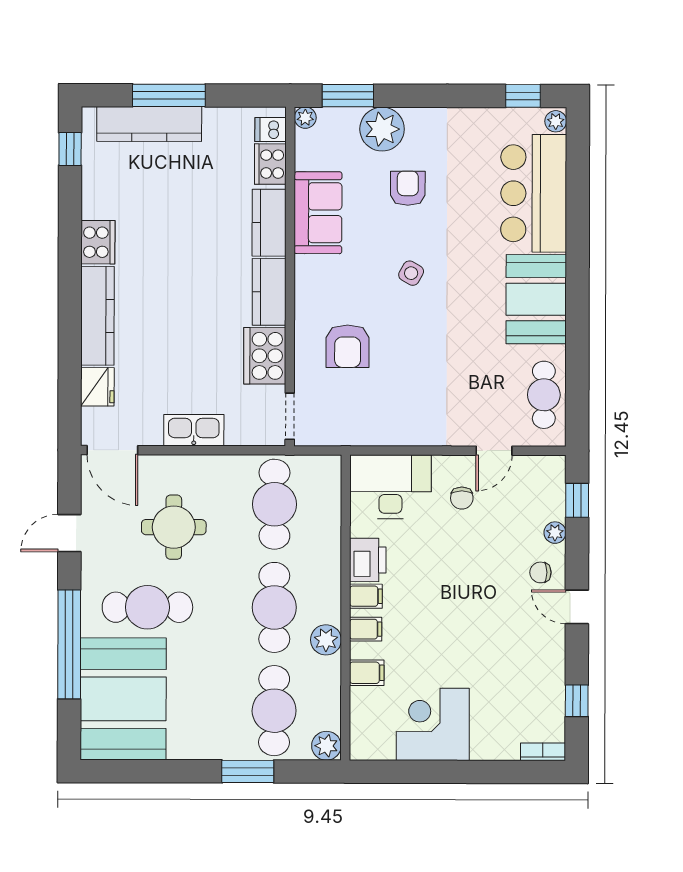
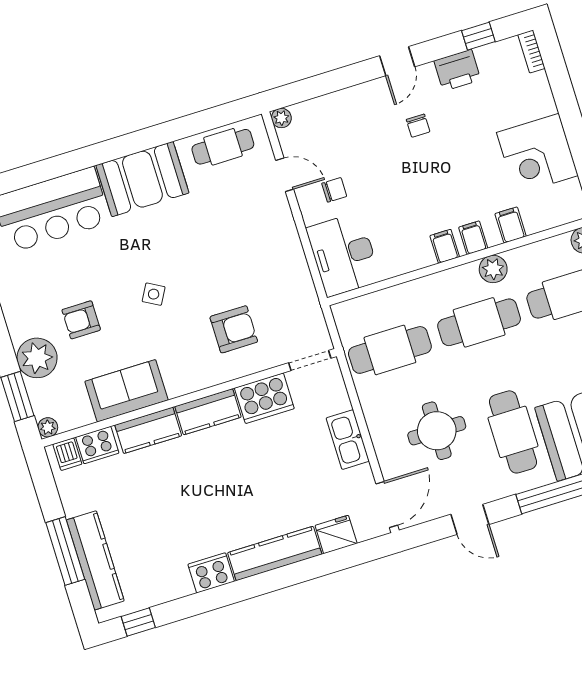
window: (577, 500) -> (305, 90), removed
plant: (555, 533) -> (281, 118), moved
printer: (368, 560) -> (457, 70), moved, turned 180
chair: (540, 572) -> (418, 126), moved

